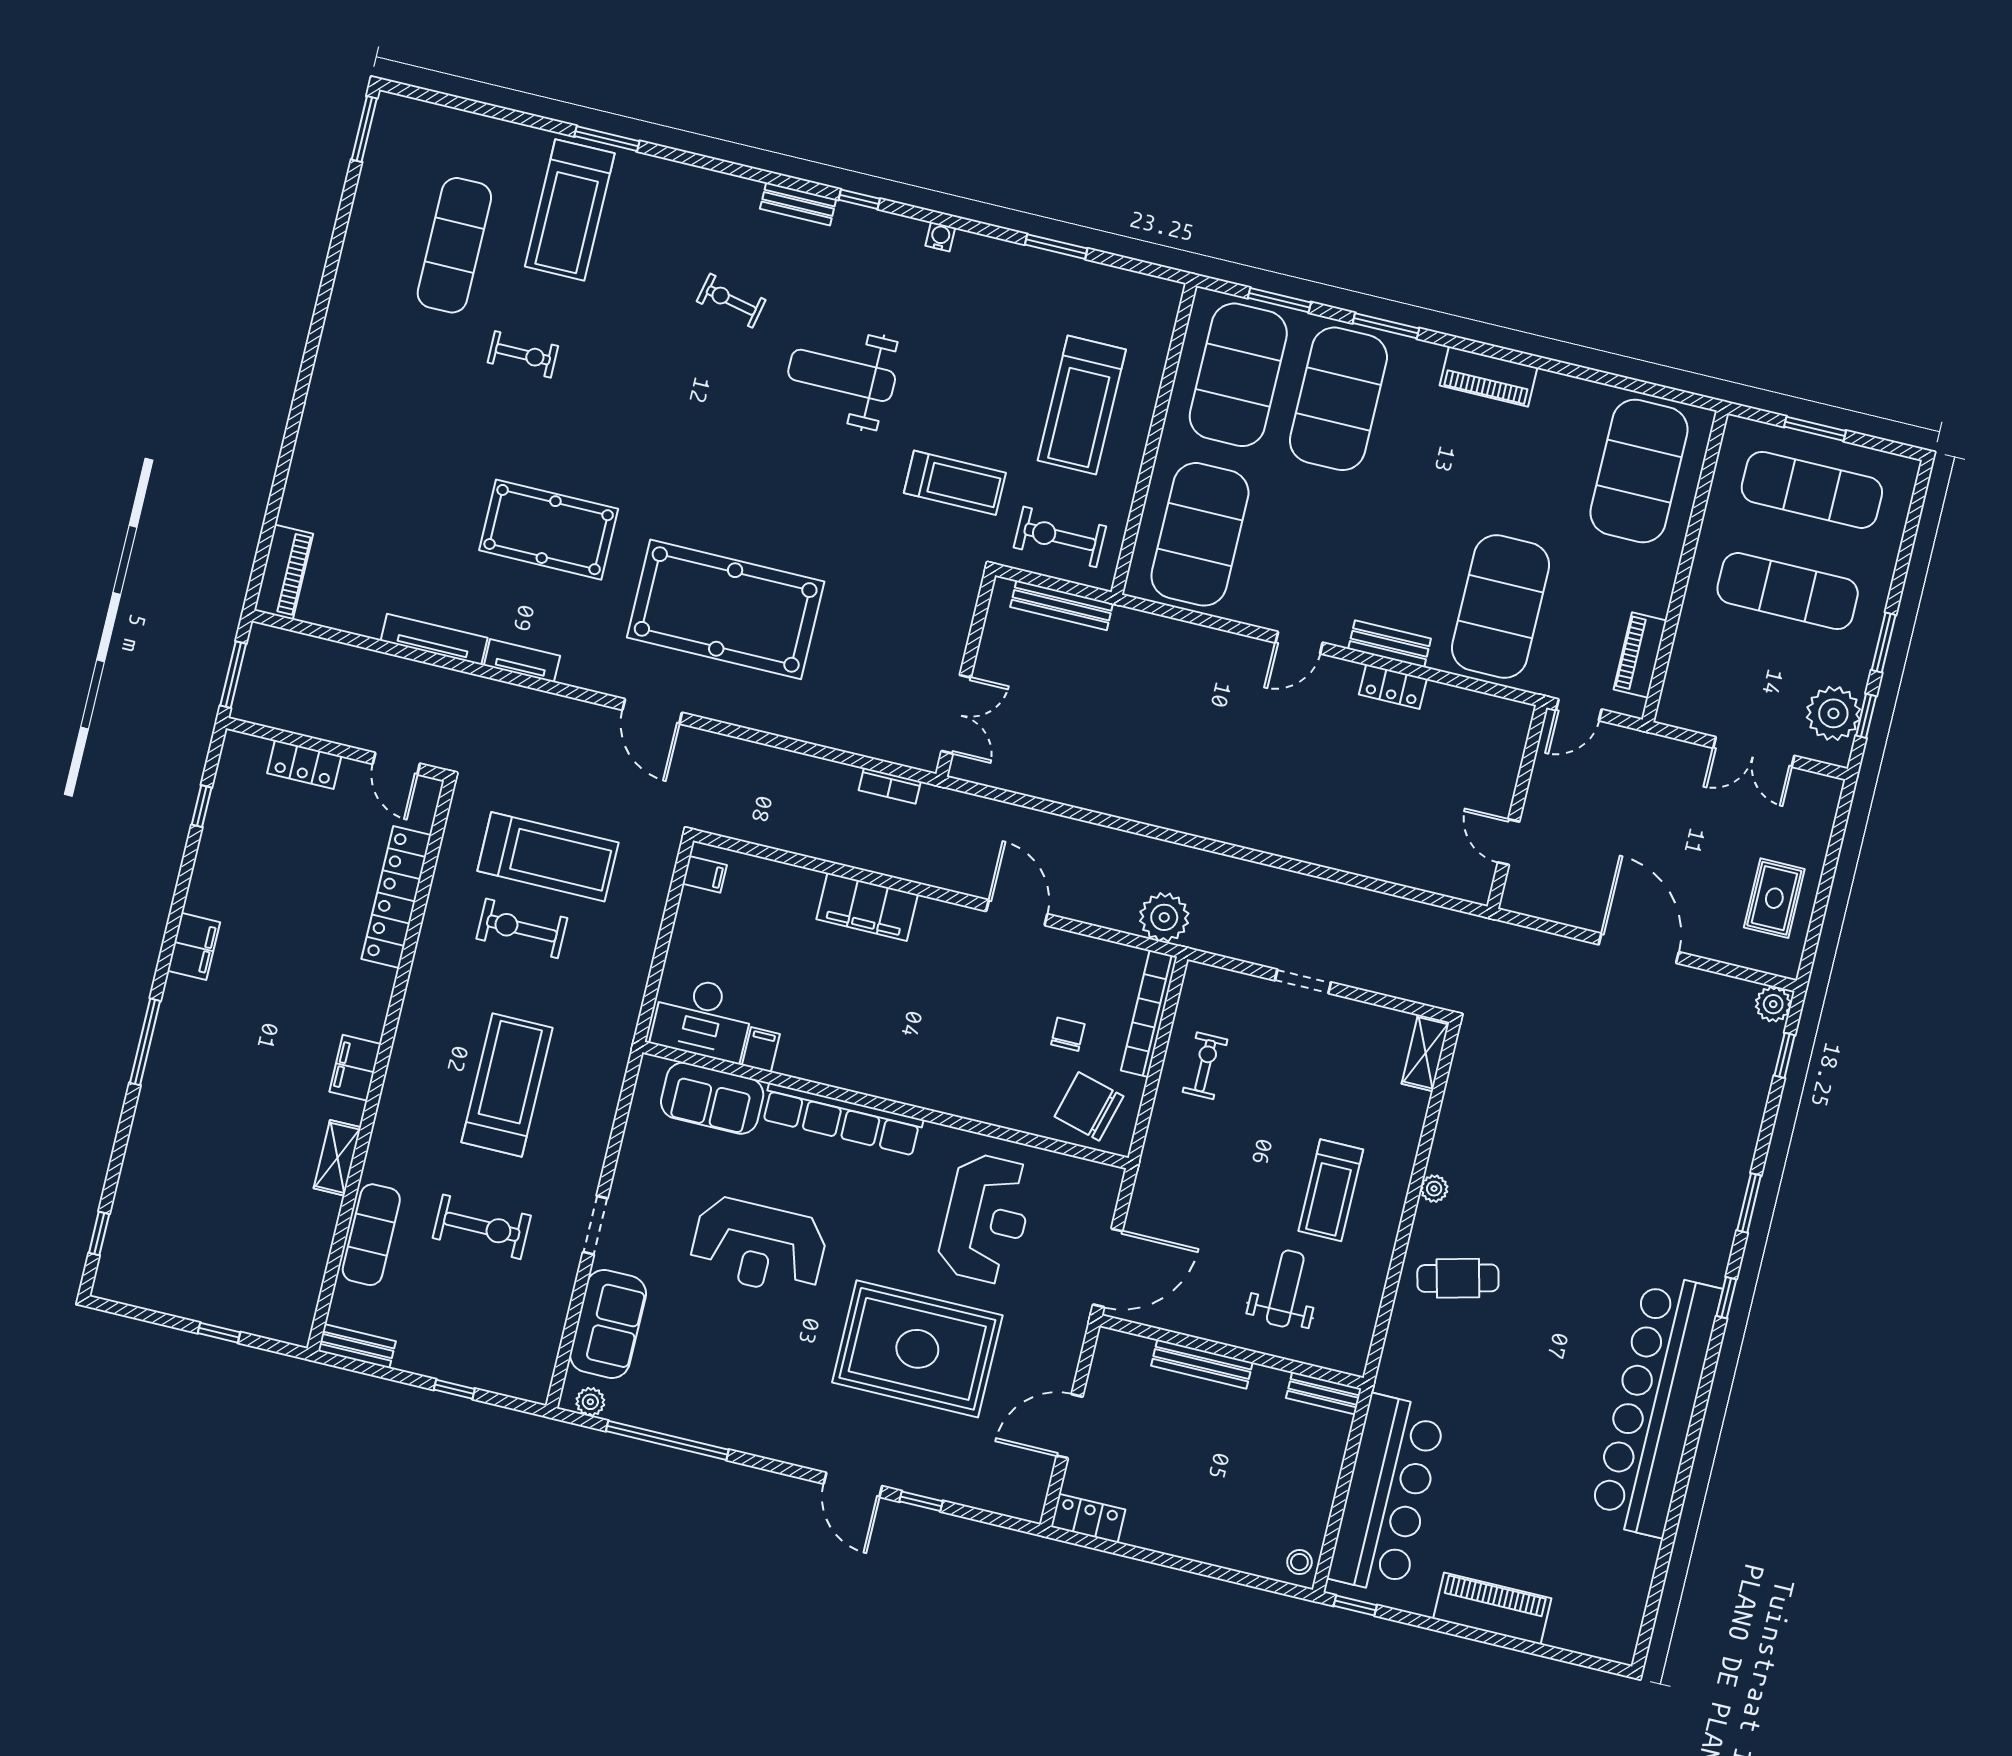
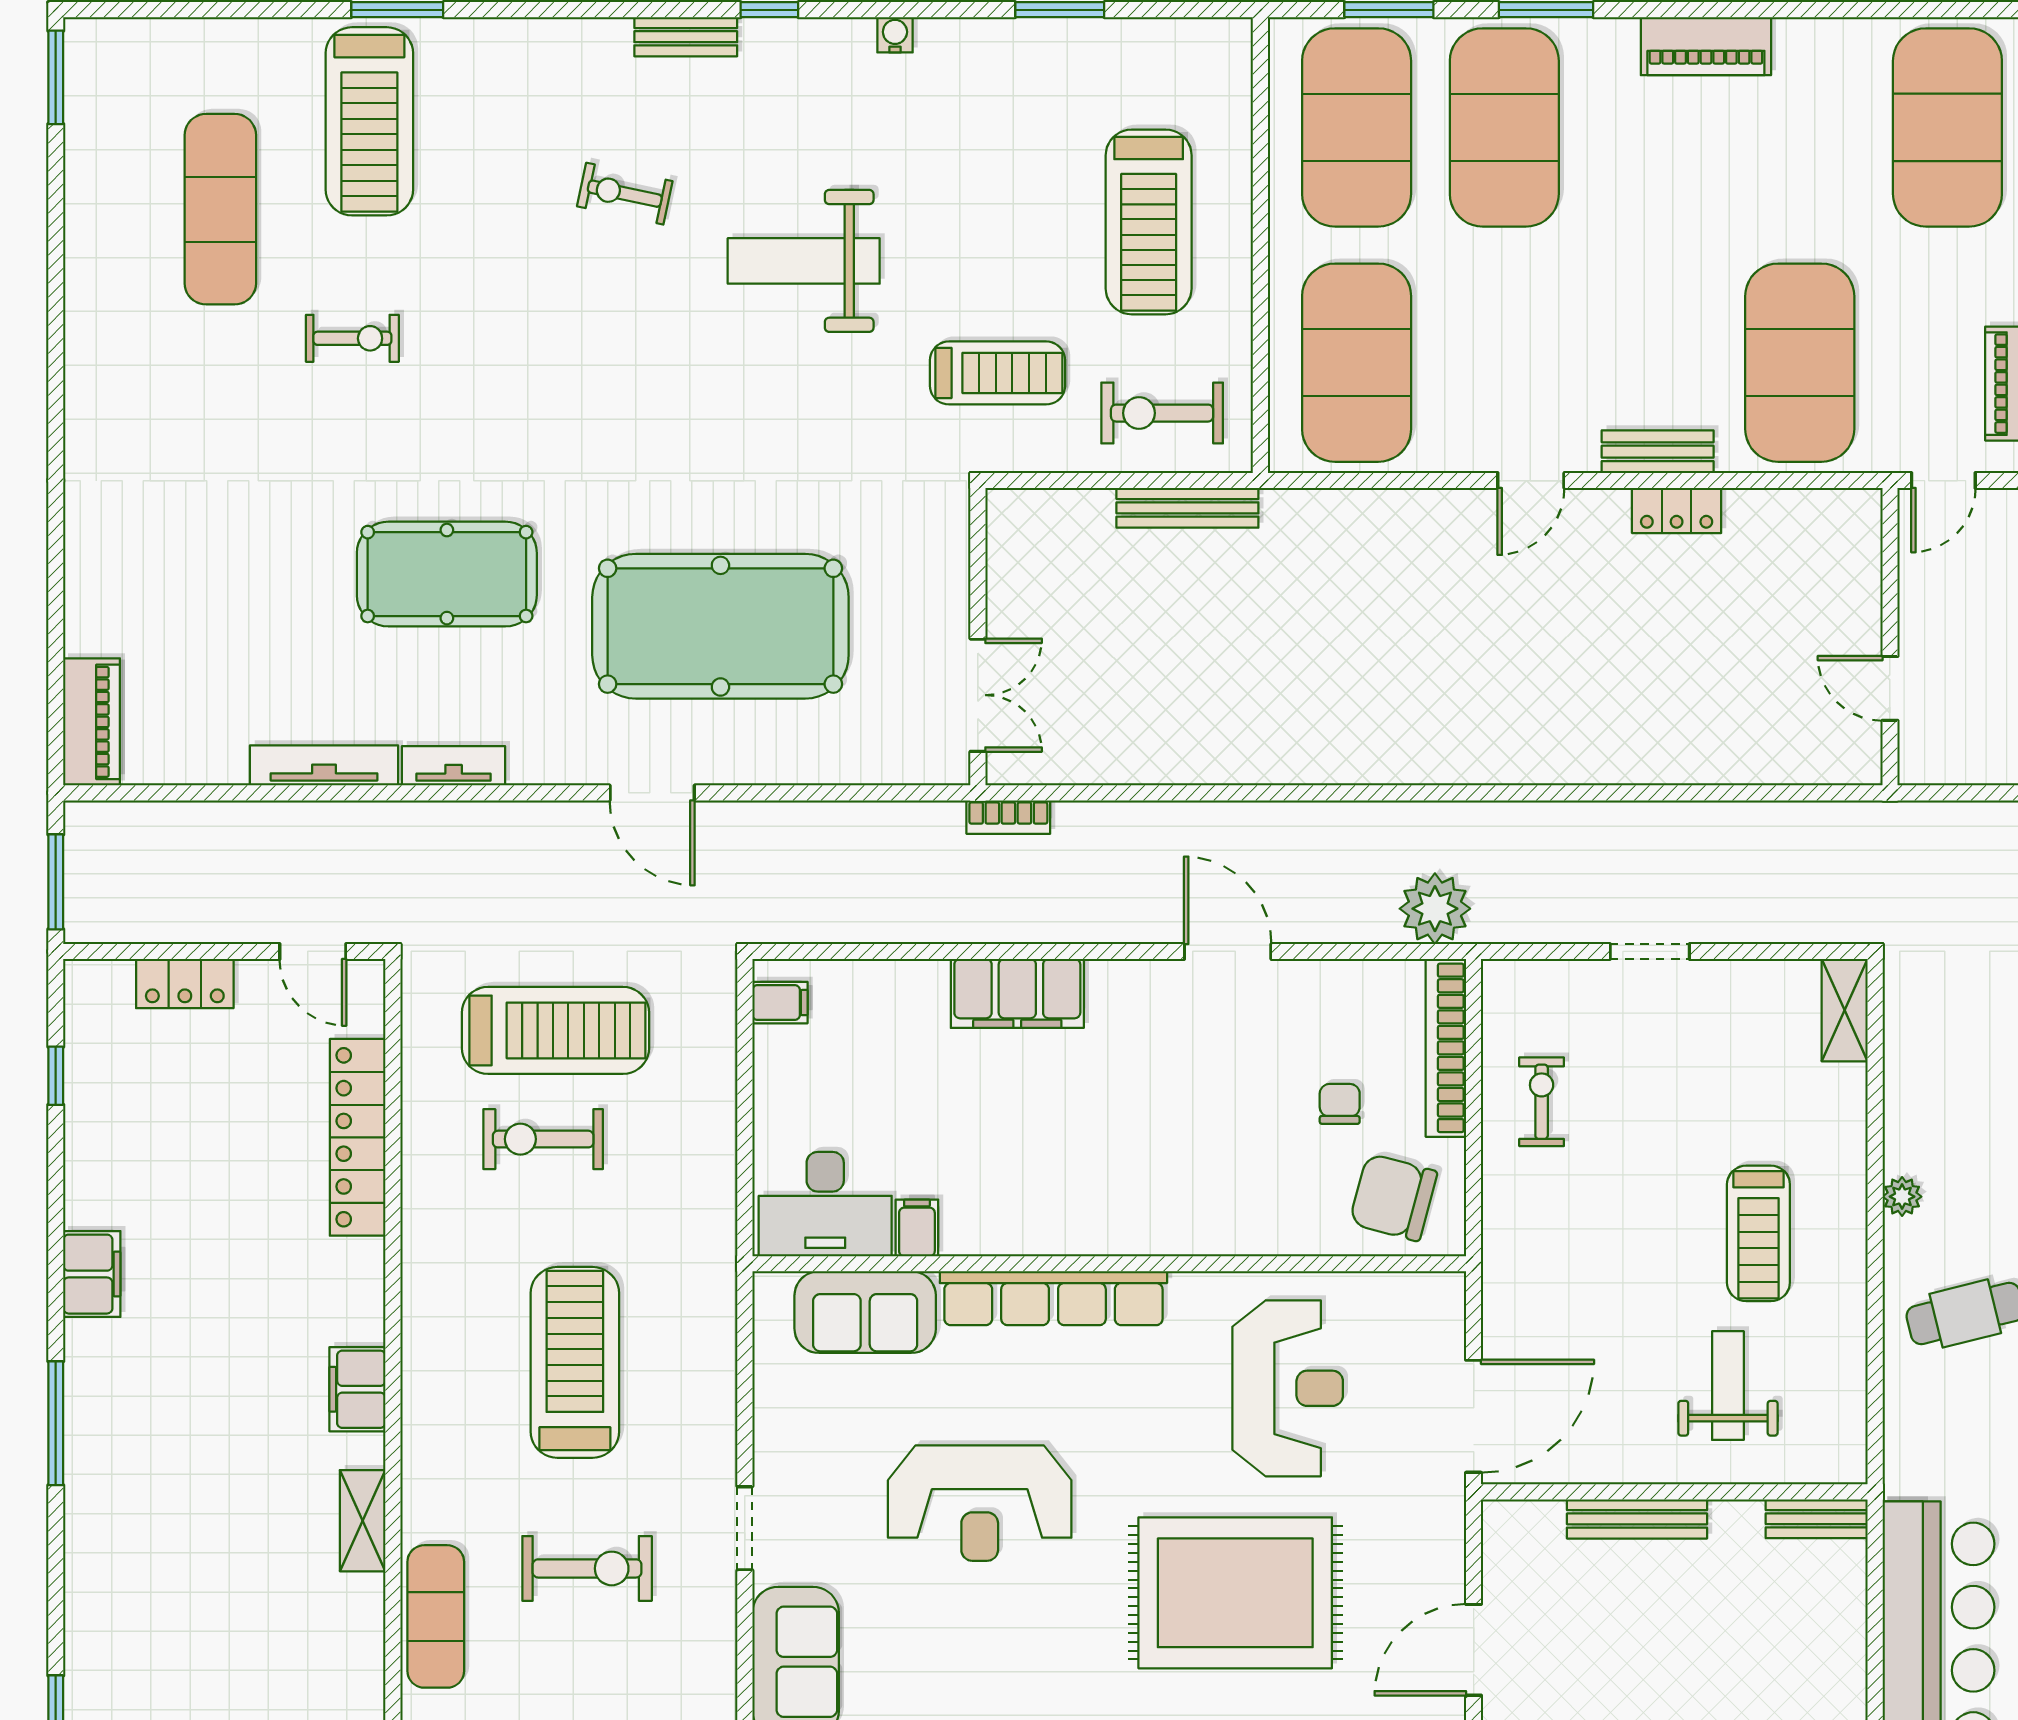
wall: (966, 675) -> (978, 637), moved
double door: (956, 714) -> (978, 695), moved

